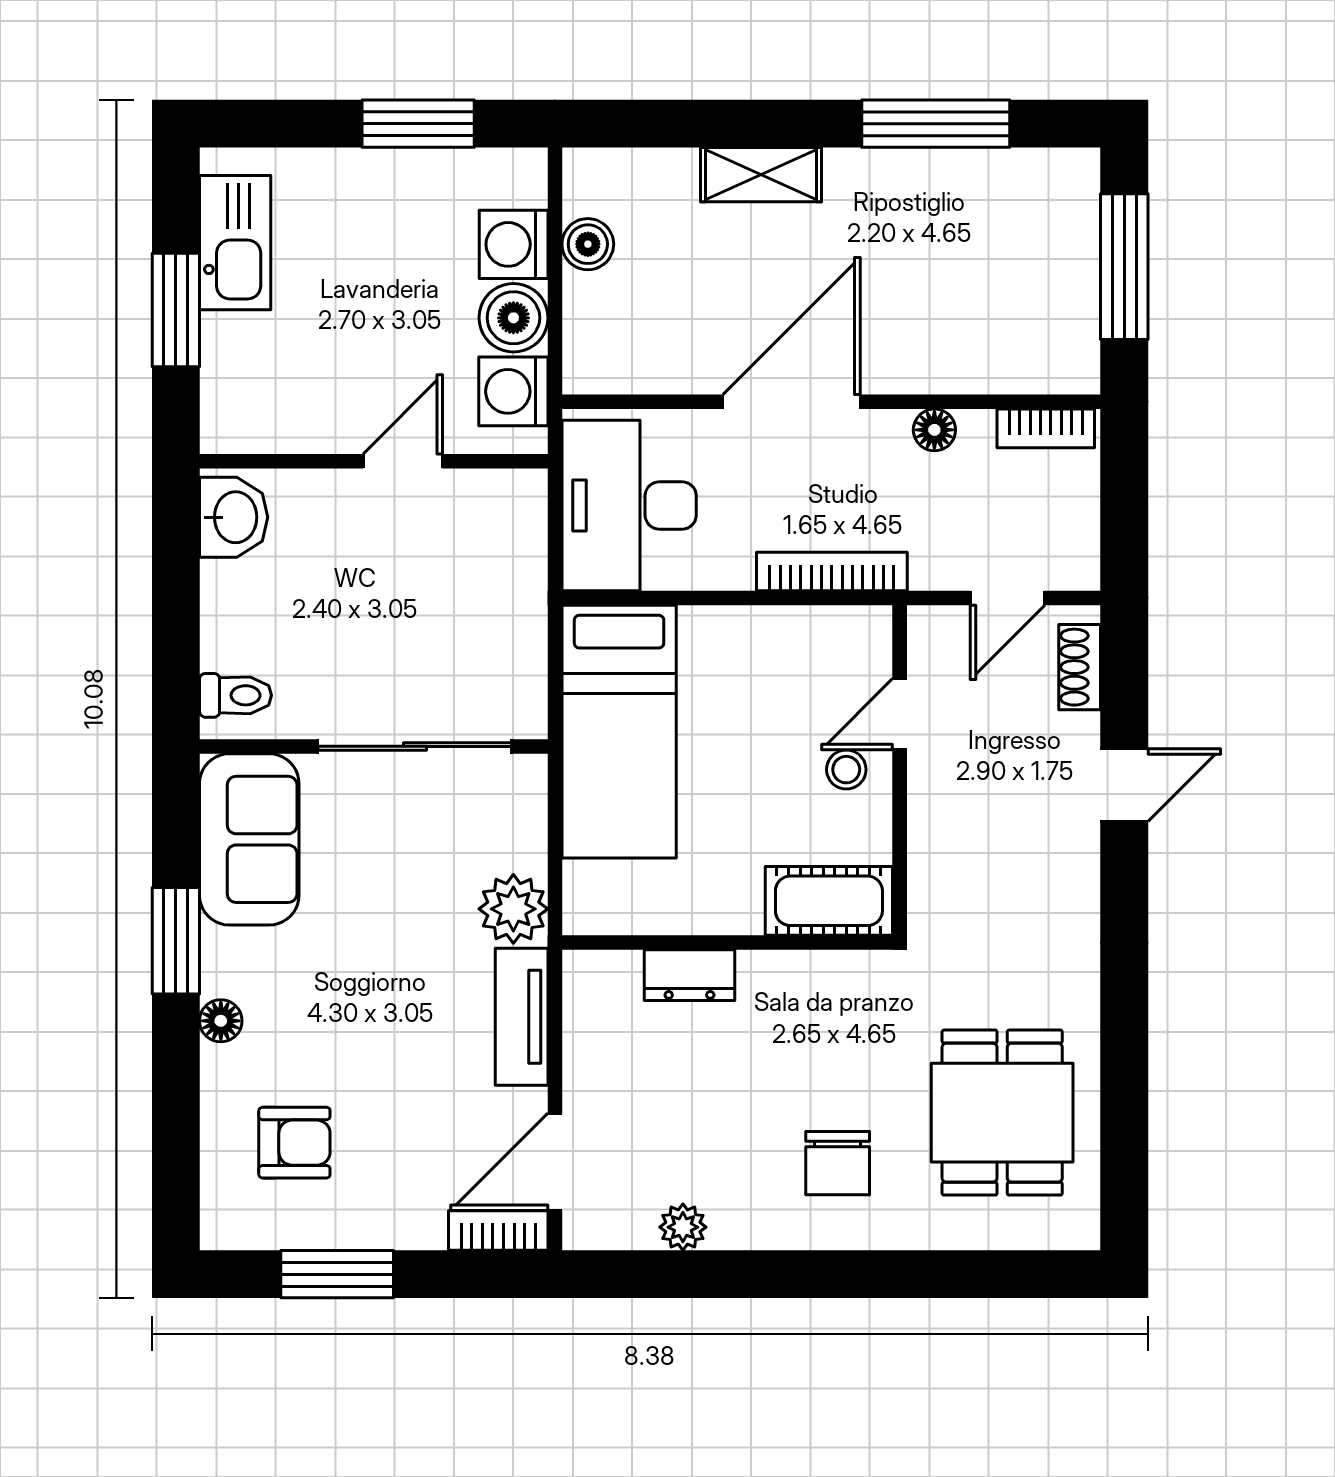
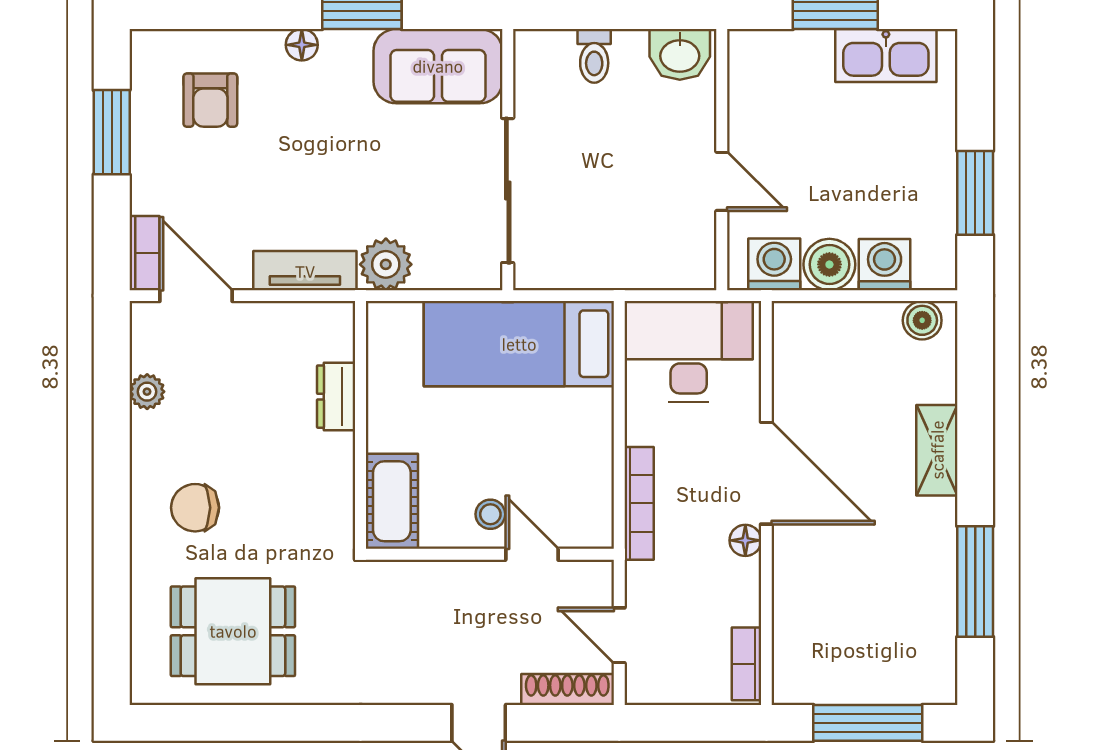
boiler: (588, 244) -> (922, 320), moved
floor lamp: (934, 430) -> (745, 540), moved
shoe rack: (1080, 667) -> (567, 689), width x1.43
toilet: (236, 695) -> (594, 56), moved

